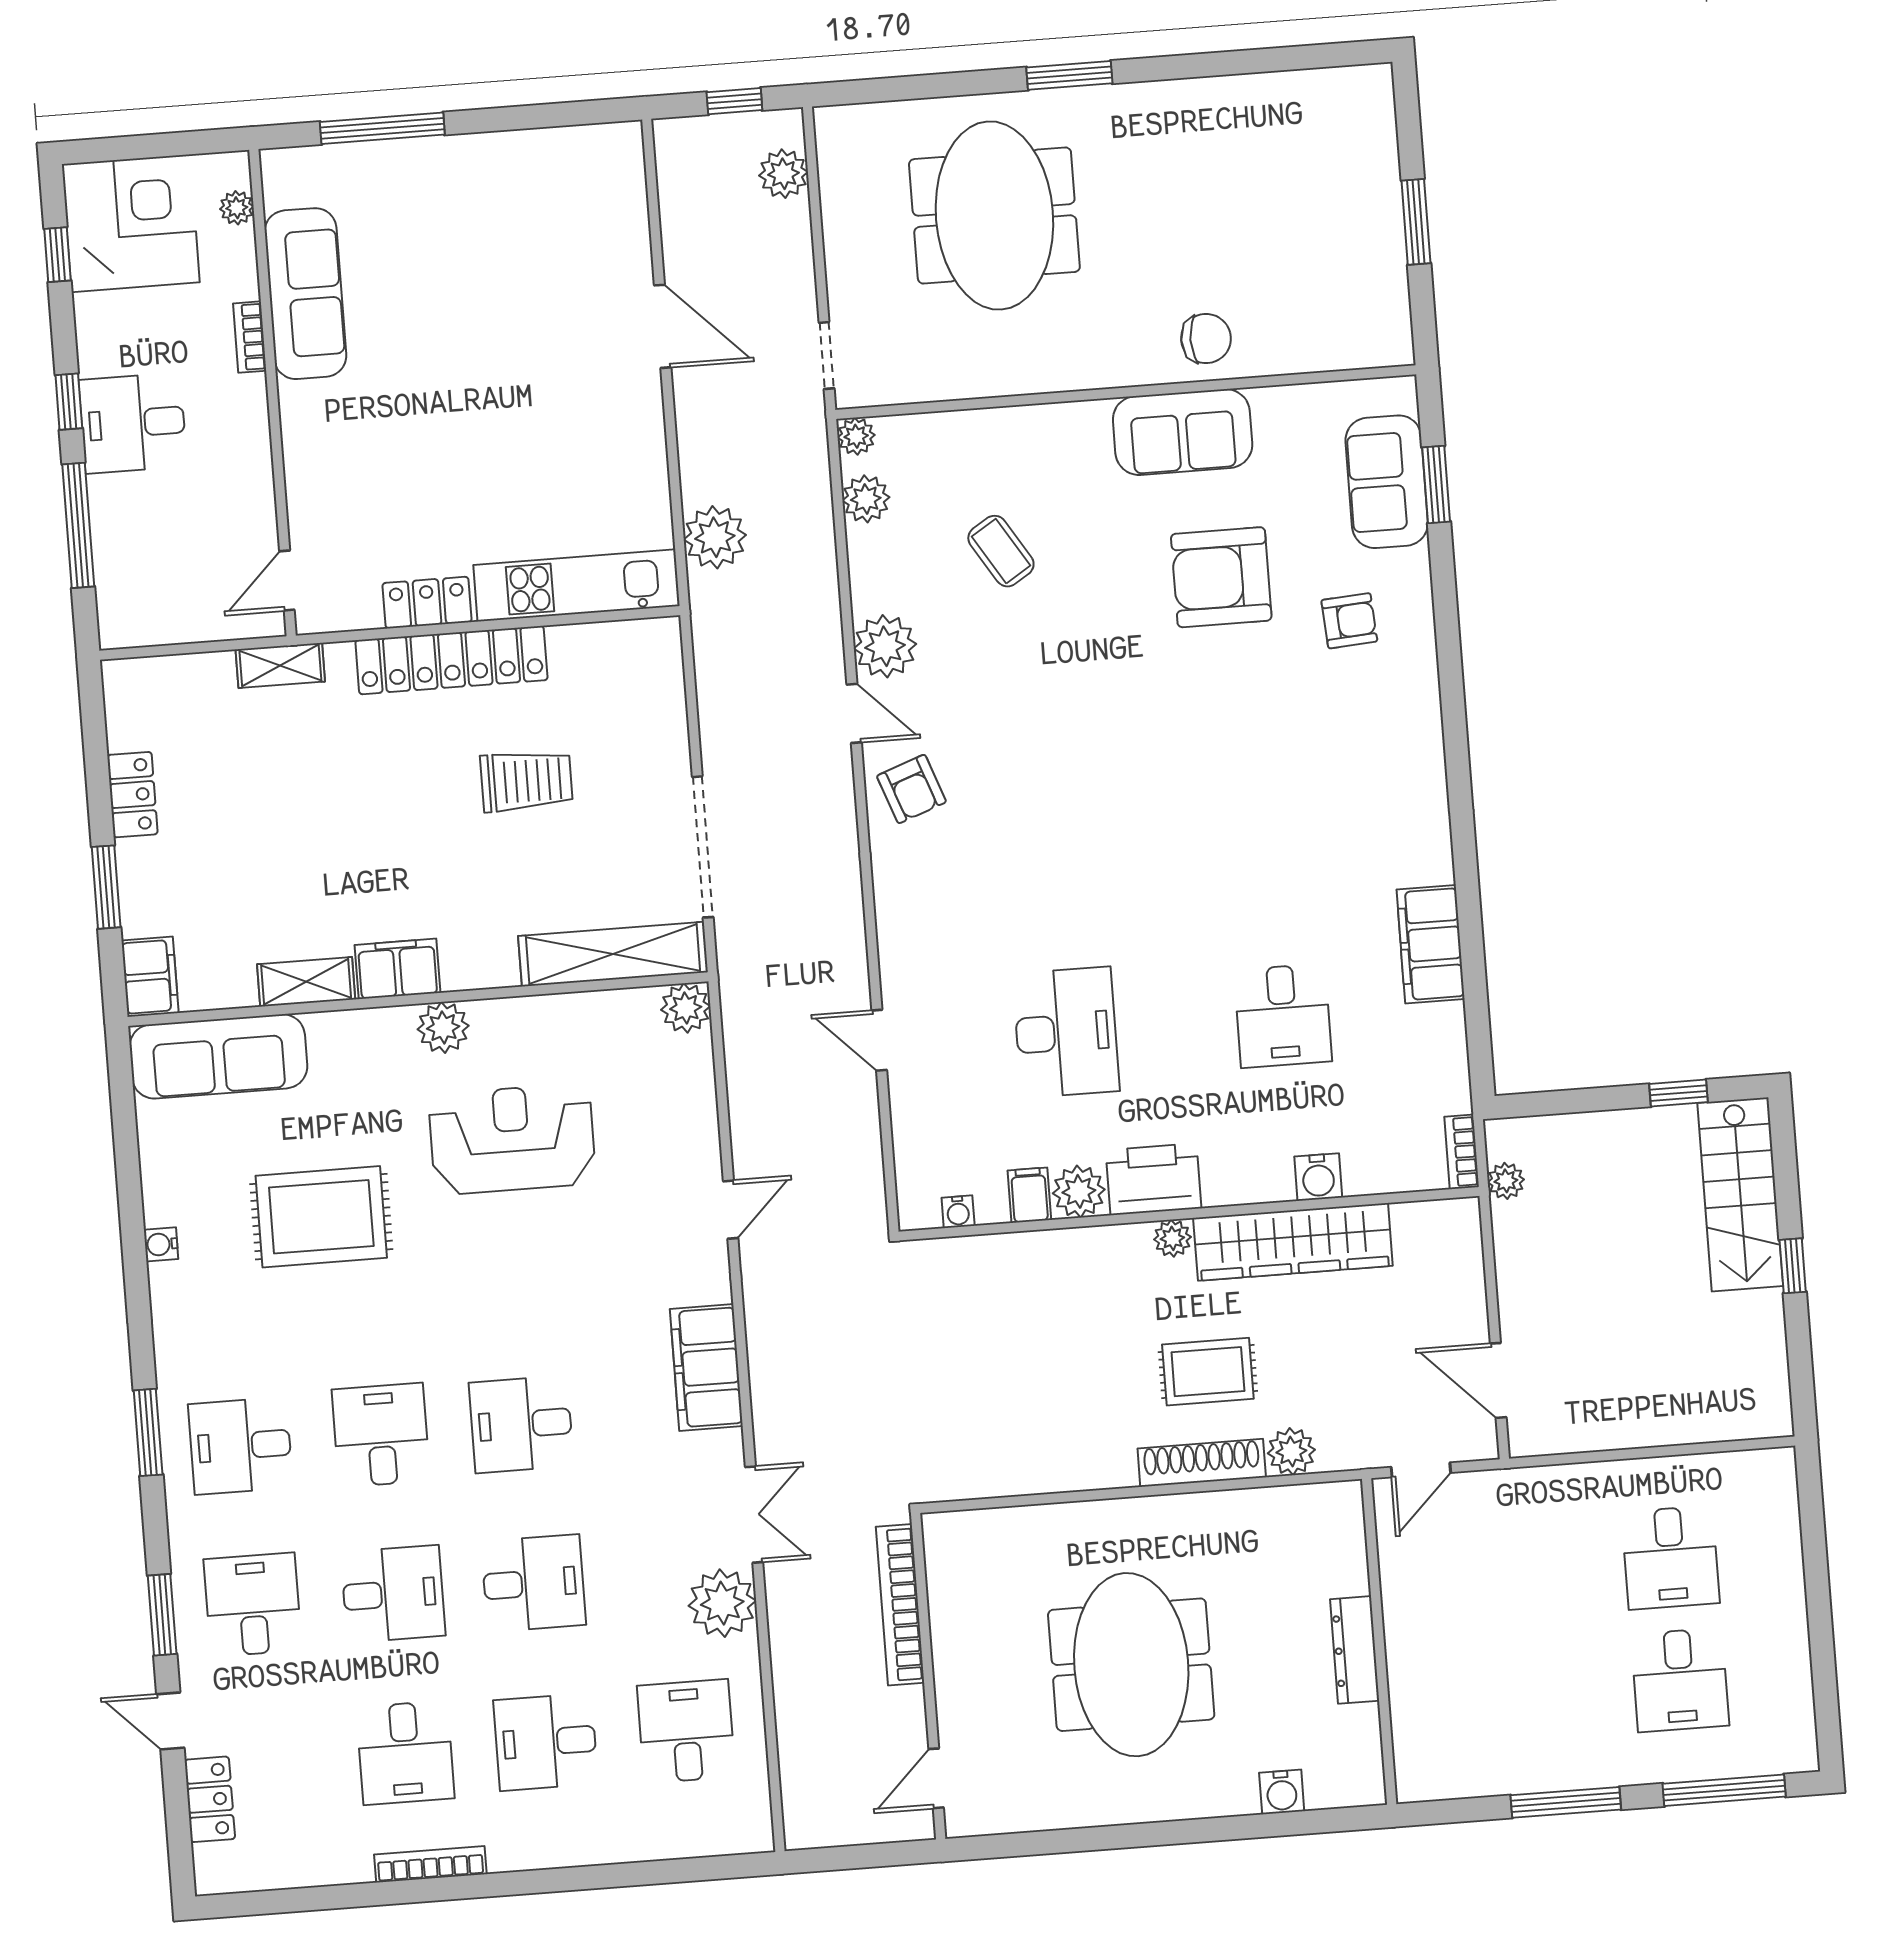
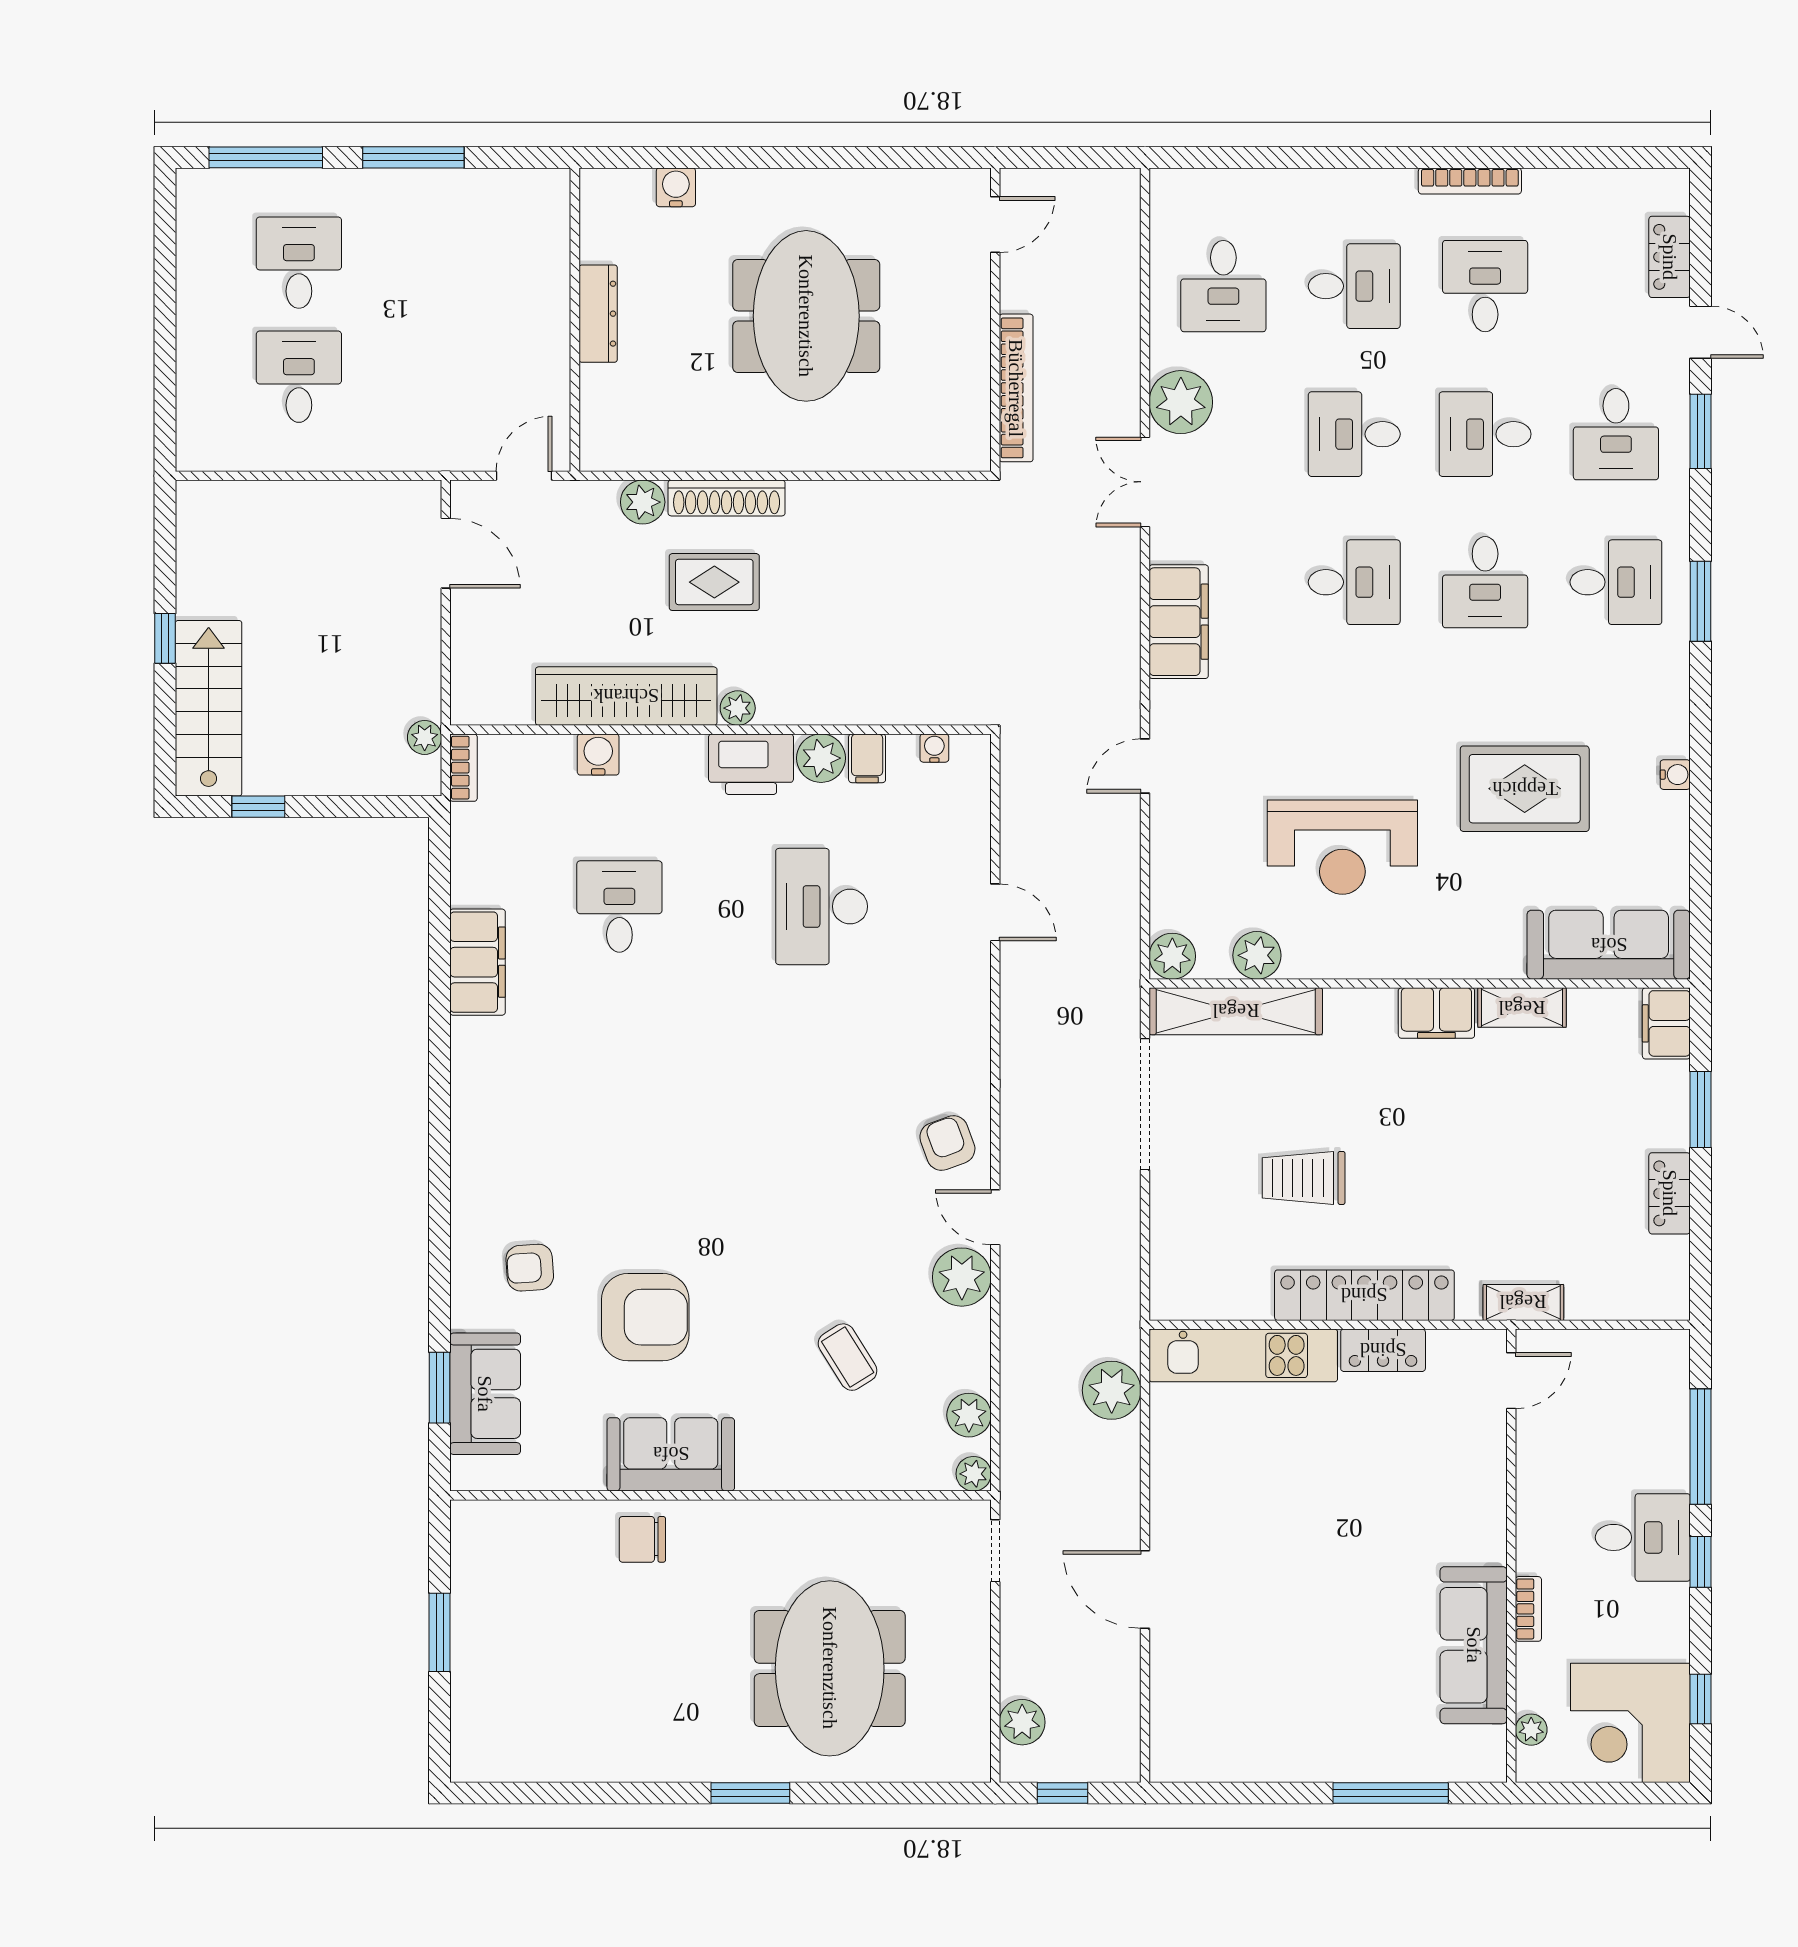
plant: (443, 1028) -> (1257, 955), moved

